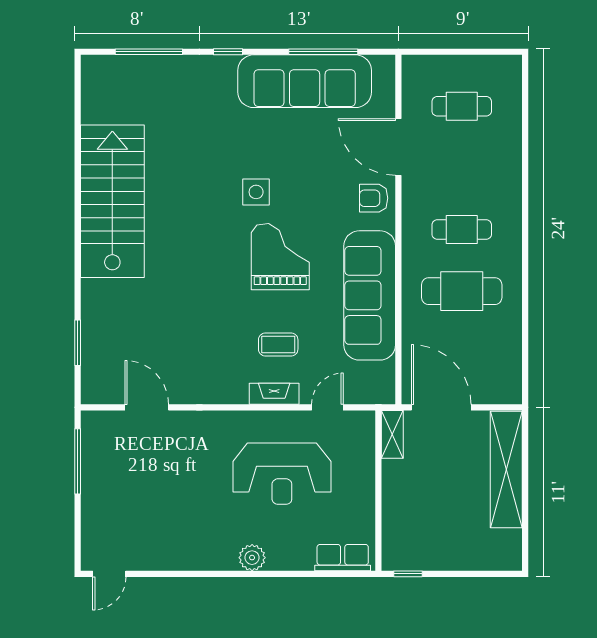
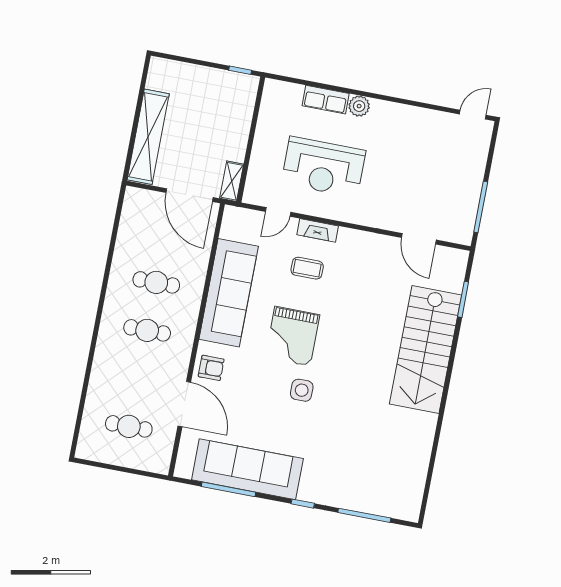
stairs: (112, 201) -> (425, 349), moved
cafe table: (462, 291) -> (156, 282), width x0.73, depth x0.74
reception desk: (282, 474) -> (323, 167), turned 180
row of seats: (343, 558) -> (326, 100), moved

